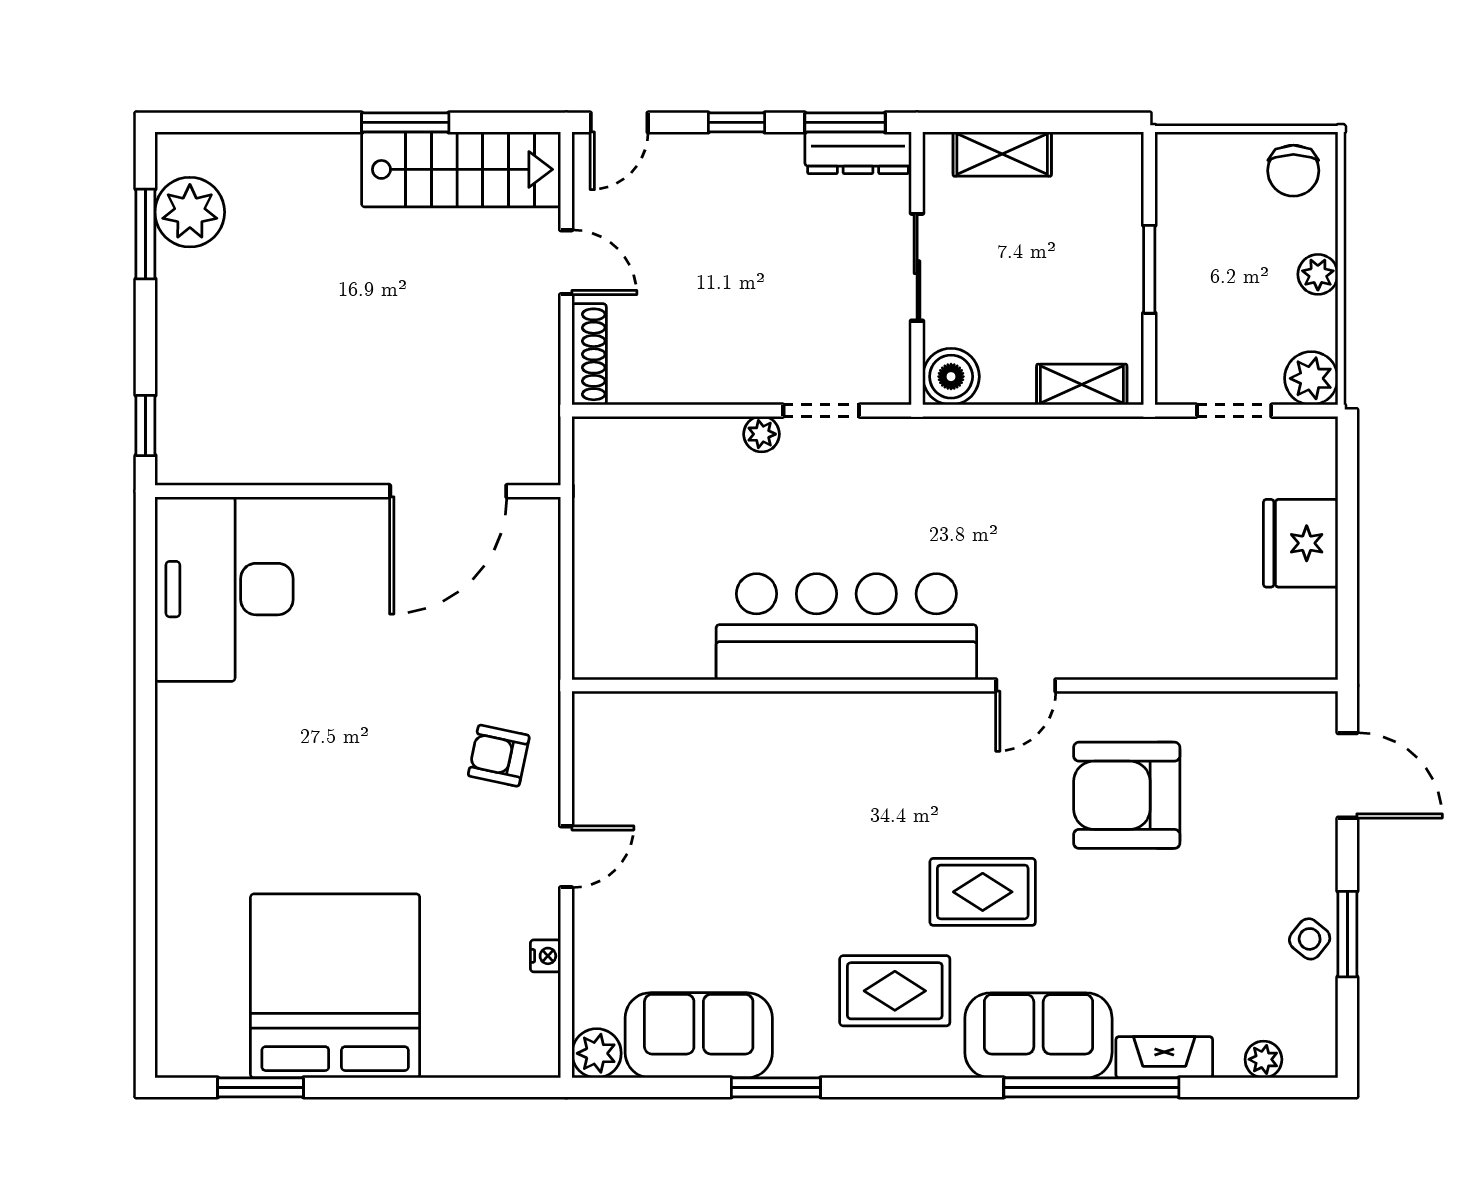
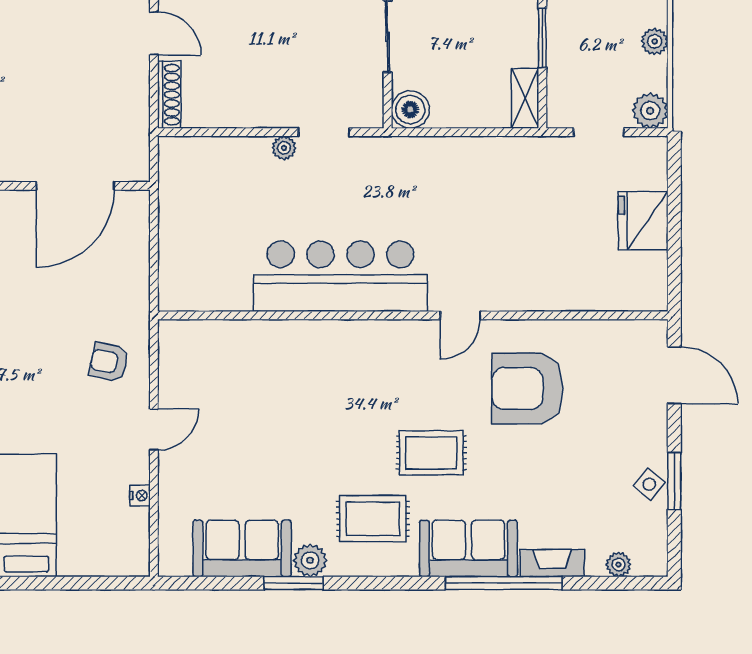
shelving: (1082, 385) -> (525, 98), moved, turned 90
plant: (597, 1053) -> (310, 560), moved

